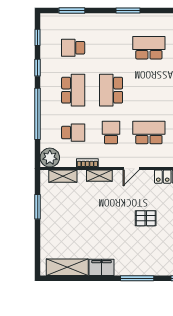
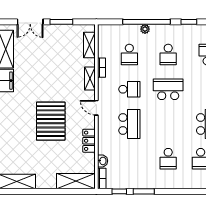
school desk: (73, 90) -> (168, 55), width x0.54
plant: (50, 158) -> (145, 29), moved, width x0.53, depth x0.53
pallet: (146, 218) -> (51, 121), width x2.05, depth x2.00
double door: (38, 241) -> (30, 22), added

